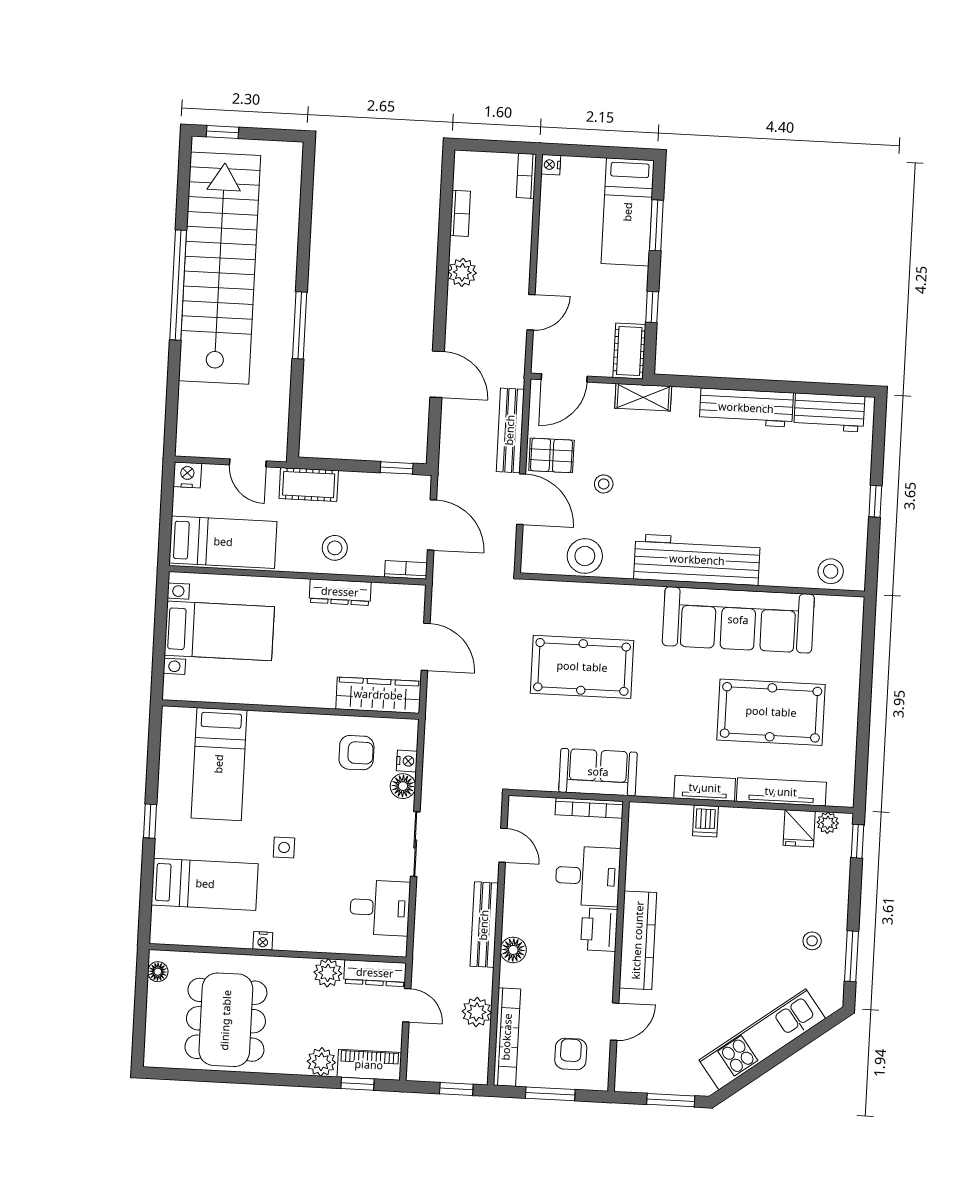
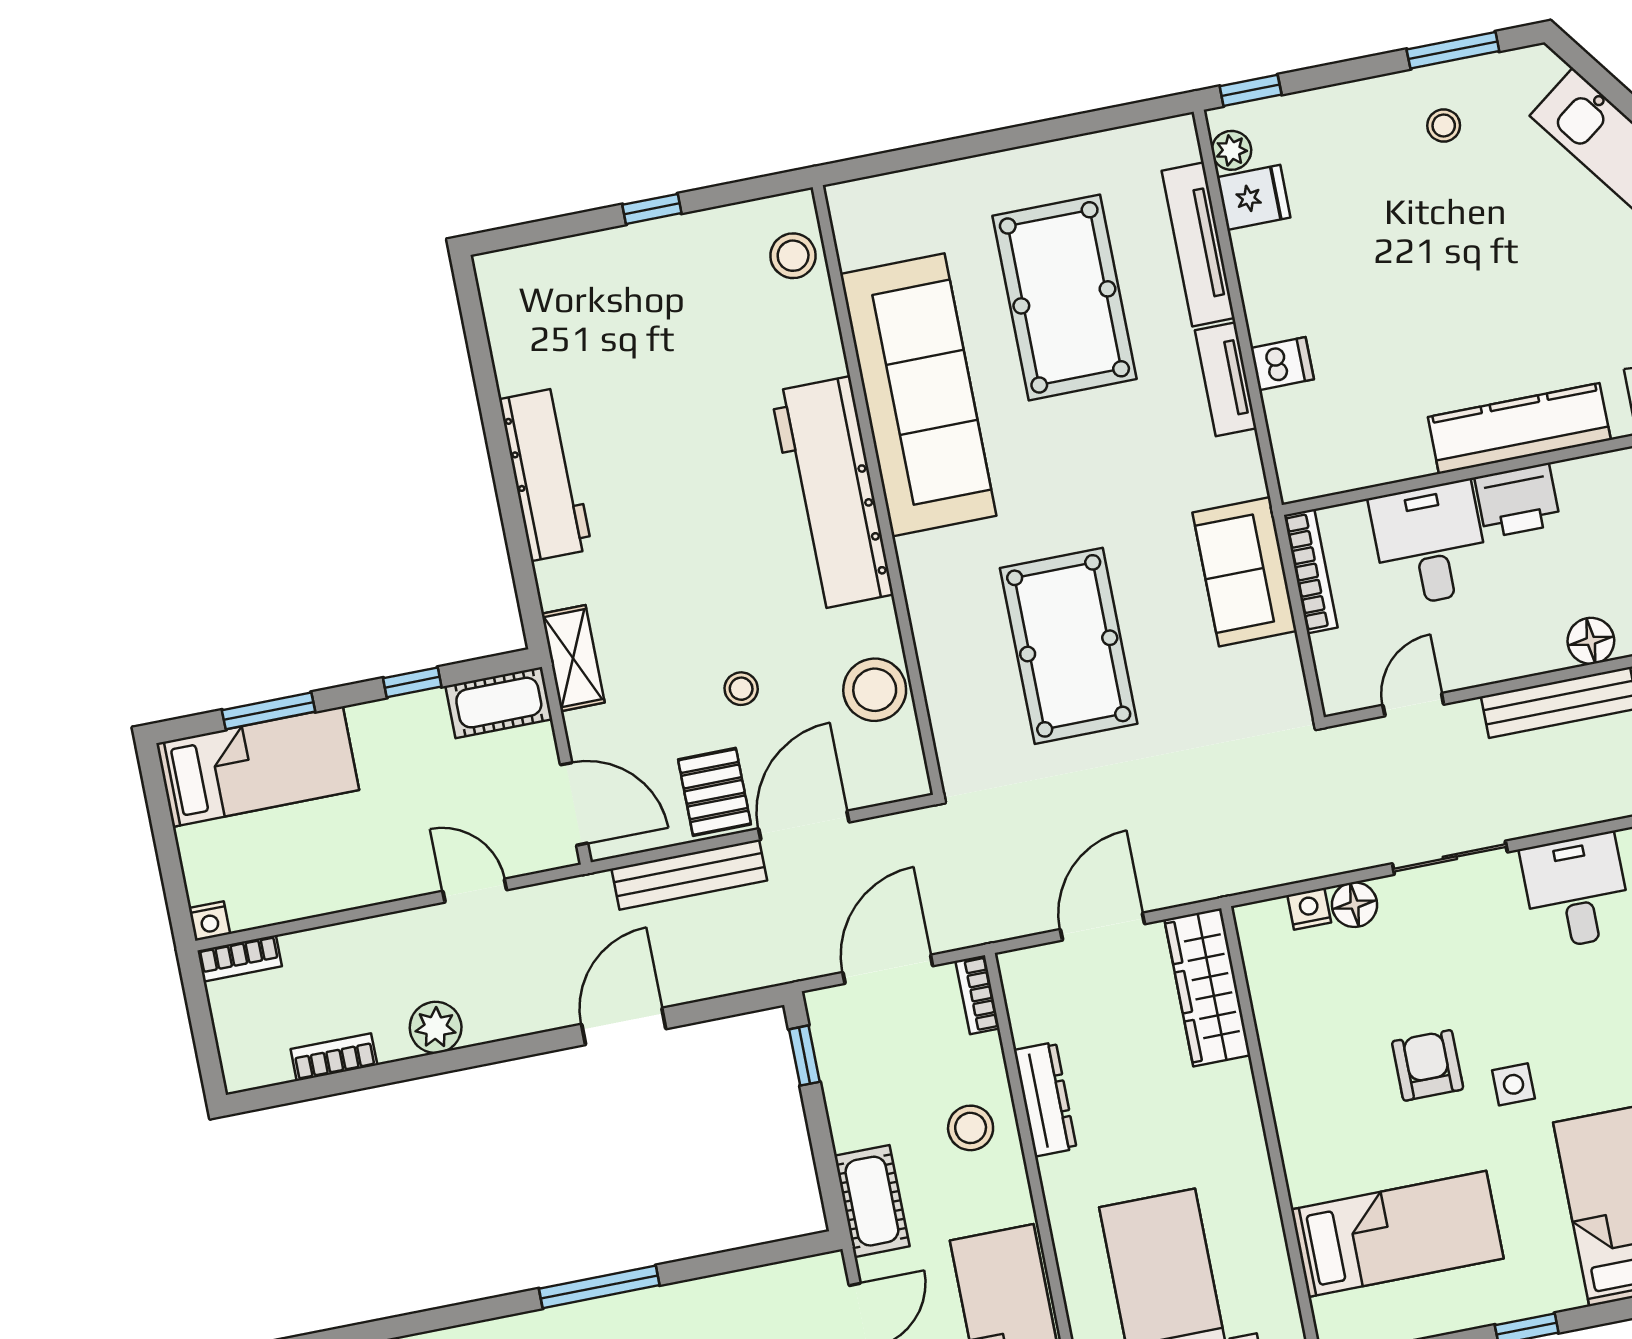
workbench: (829, 412) -> (518, 328), removed
armchair: (356, 753) -> (1428, 1065), moved

